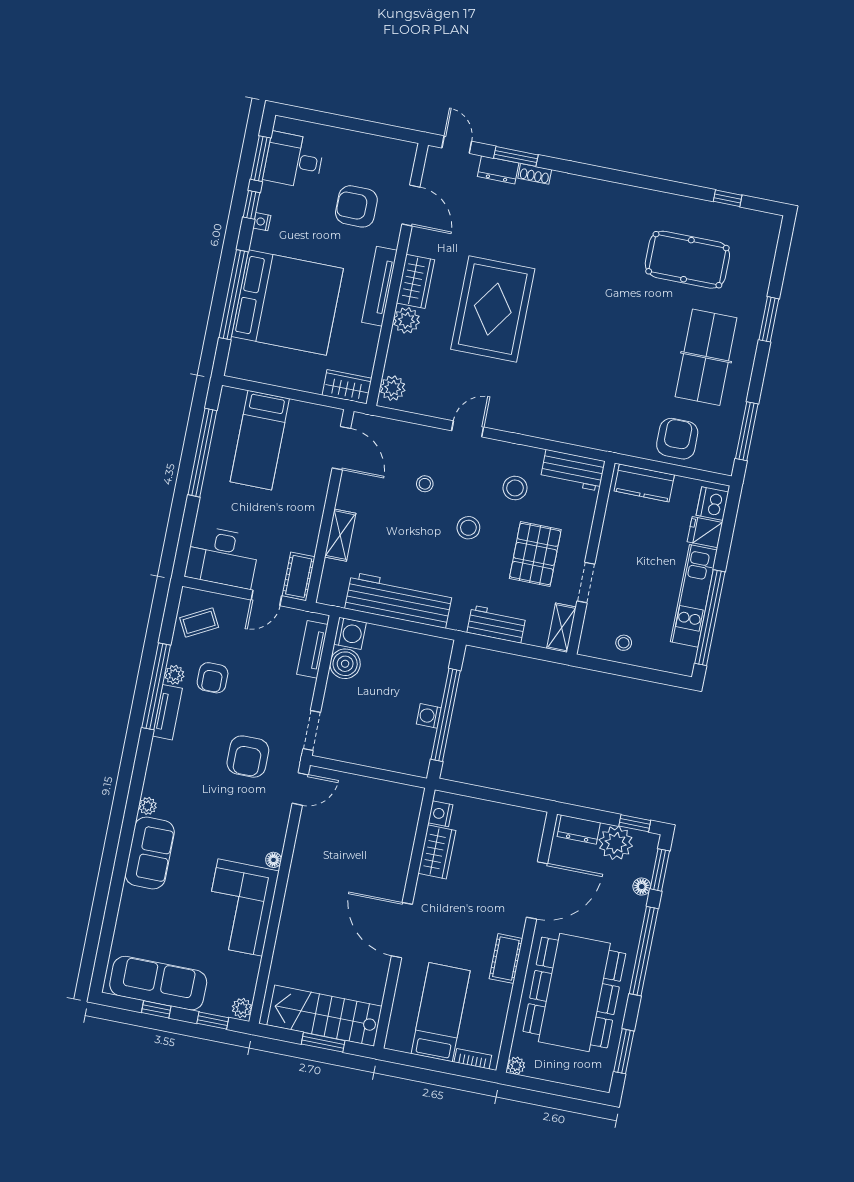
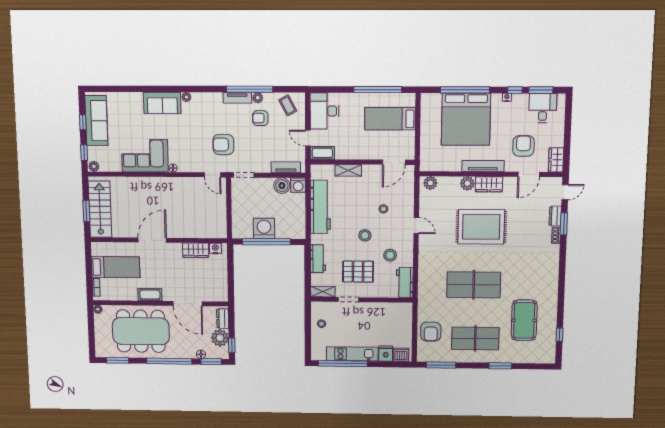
table tennis table: (601, 342) -> (474, 285), added
wardrobe: (347, 387) -> (556, 160), moved, turned 180
armchair: (677, 439) -> (431, 332), turned 90
kitchen counter: (644, 483) -> (405, 319), removed
washing machine: (429, 716) -> (264, 228), width x1.89, depth x1.89

